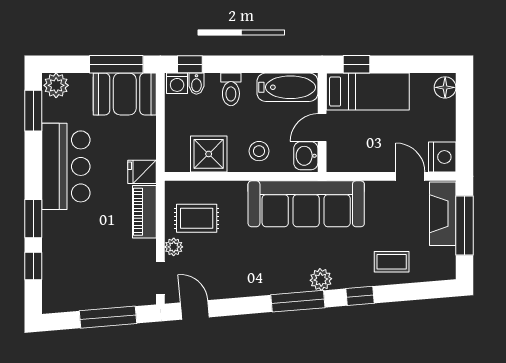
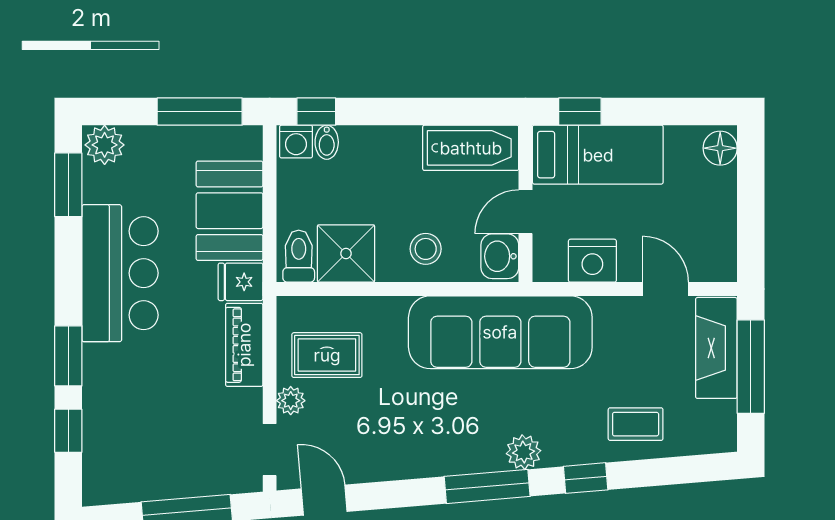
toilet: (231, 89) -> (299, 256), moved, turned 180
booth: (125, 94) -> (230, 211), moved, turned 90
nightstand: (442, 157) -> (592, 261), moved, turned 90

